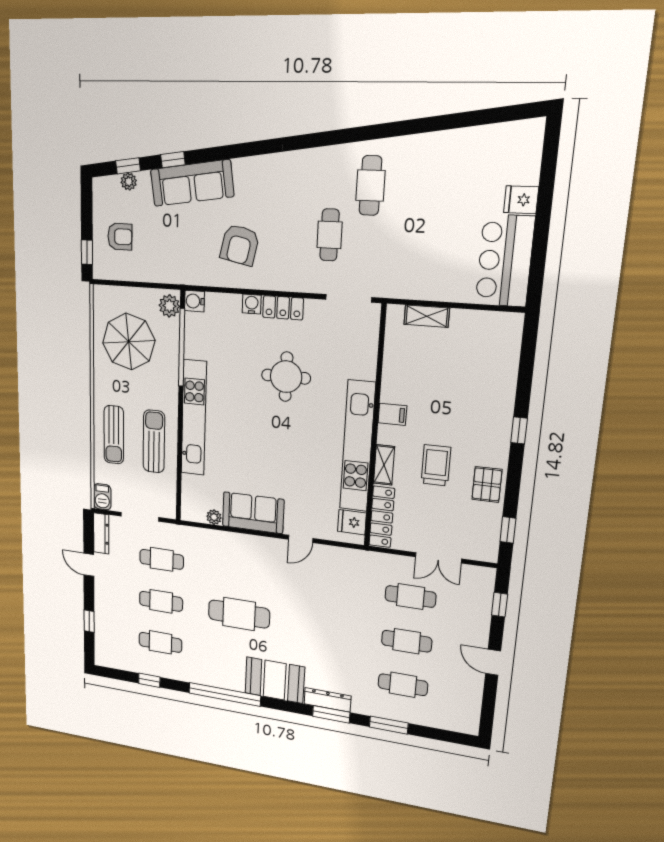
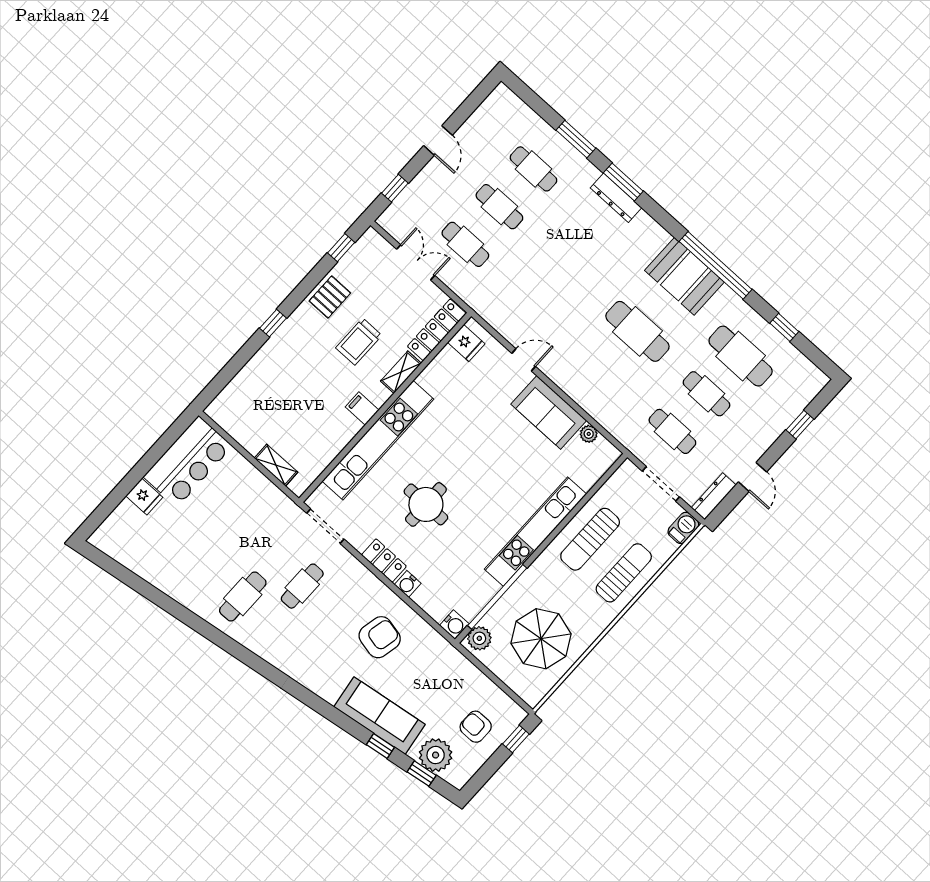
plant: (129, 182) -> (436, 755), width x1.88, depth x1.88
kitchen unit: (357, 446) -> (378, 440), moved
cafe table: (160, 642) -> (741, 356), width x1.37, depth x1.35
booth: (275, 680) -> (684, 276), moved

